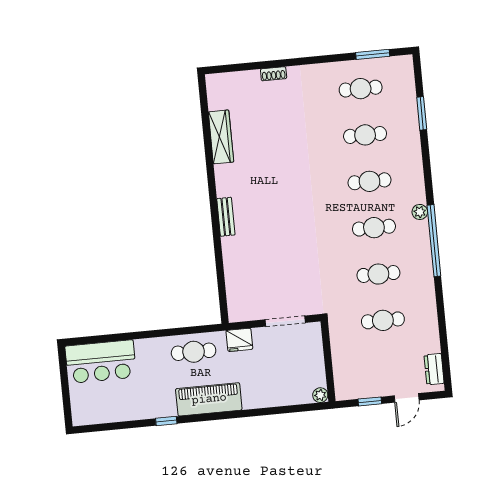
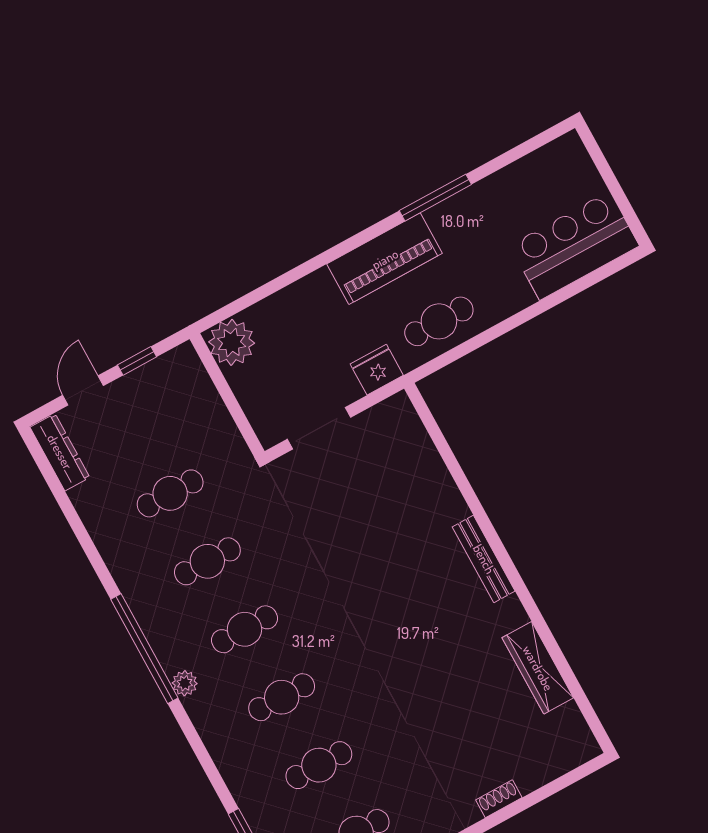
bench: (226, 217) -> (484, 559), width x1.36
dresser: (434, 369) -> (60, 452), width x1.44
plant: (320, 395) -> (232, 342), width x1.88, depth x1.88
window: (166, 421) -> (435, 198), width x2.17

